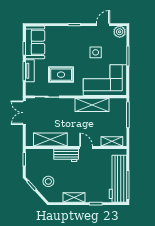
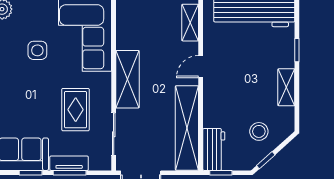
shelving: (92, 105) -> (127, 79), moved
shelving: (50, 139) -> (187, 128), width x1.47
workbench: (66, 155) -> (214, 149), moved

